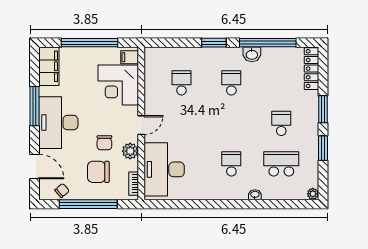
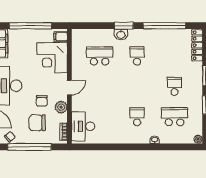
washbasin: (252, 54) -> (121, 35), moved
school desk: (181, 83) -> (100, 56), width x1.85
desk: (164, 169) -> (83, 126), width x0.73, depth x0.77

